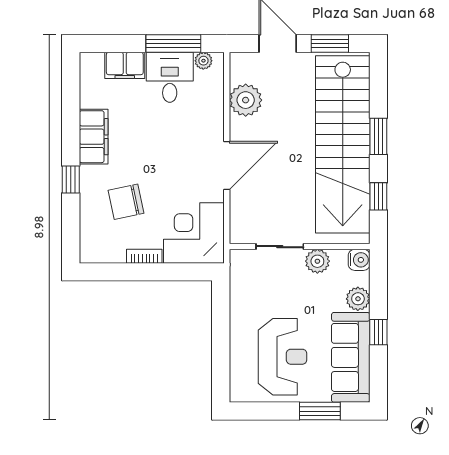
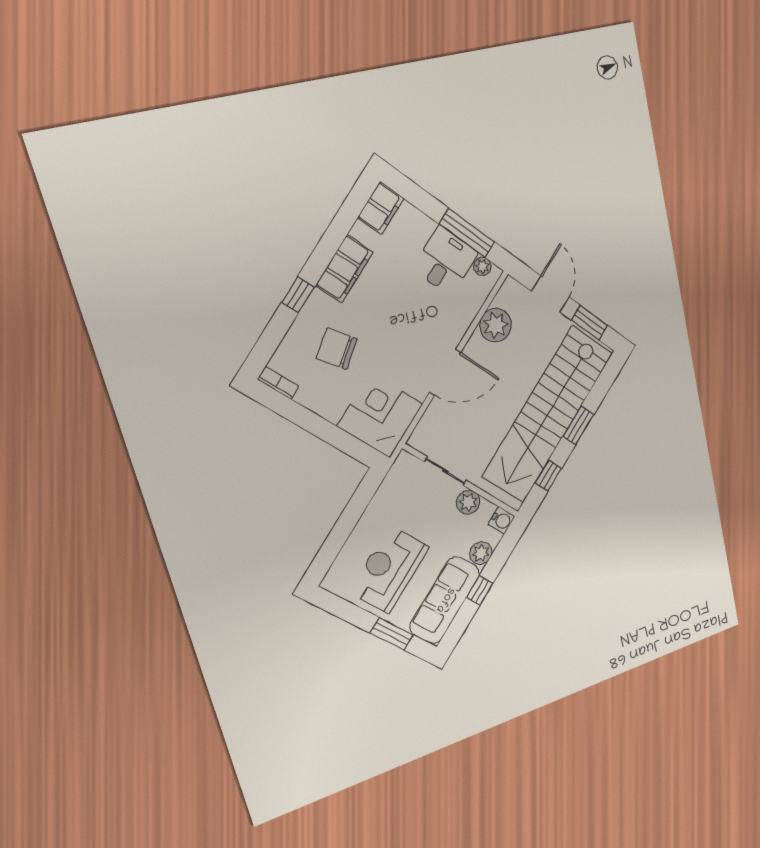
filing cabinet: (125, 65) -> (381, 208), moved, turned -90
bookcase: (144, 256) -> (278, 383), moved
reception desk: (283, 357) -> (389, 570), turned 180

